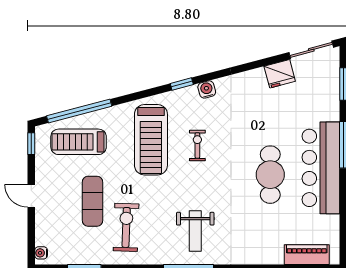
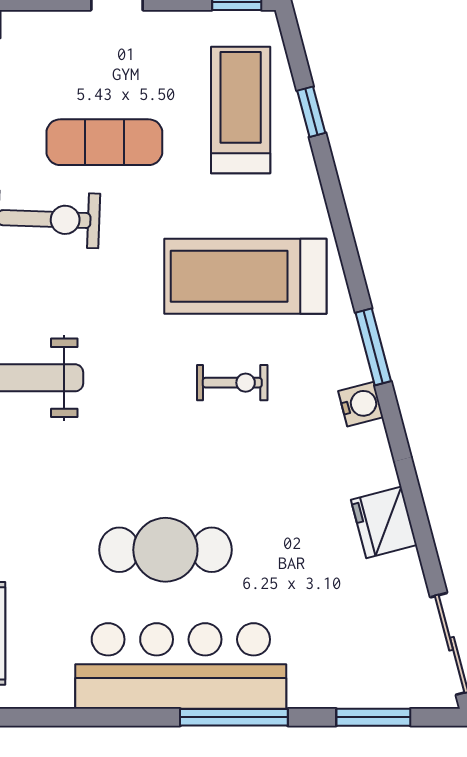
fridge: (280, 74) -> (384, 522), moved
window: (182, 84) -> (373, 347), width x1.50
window: (79, 111) -> (311, 112), width x0.32

